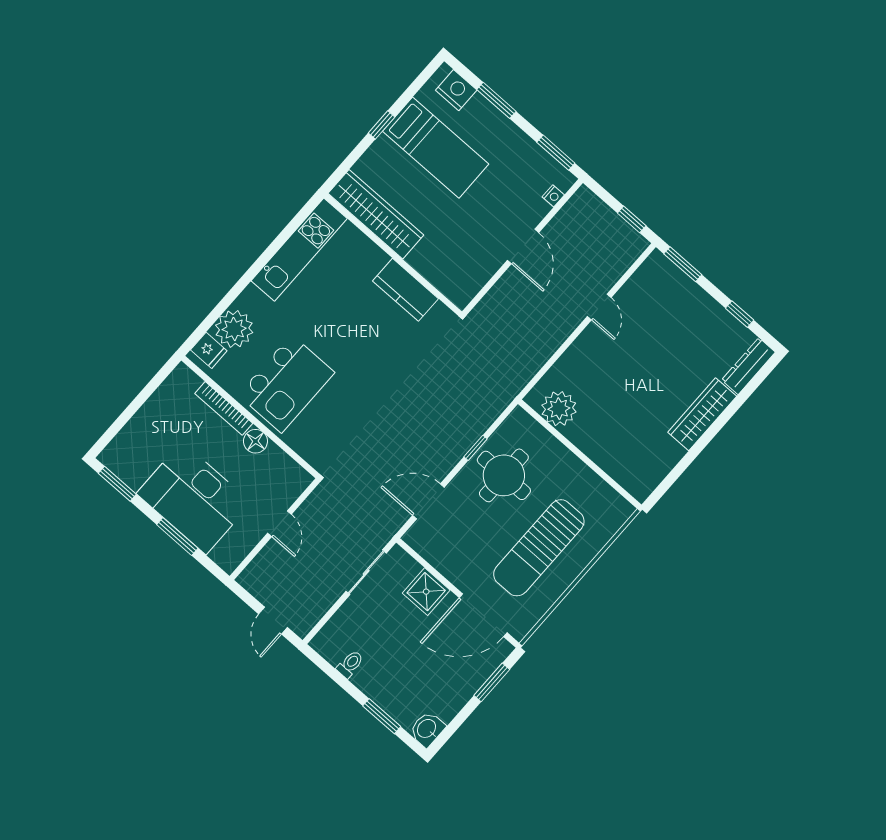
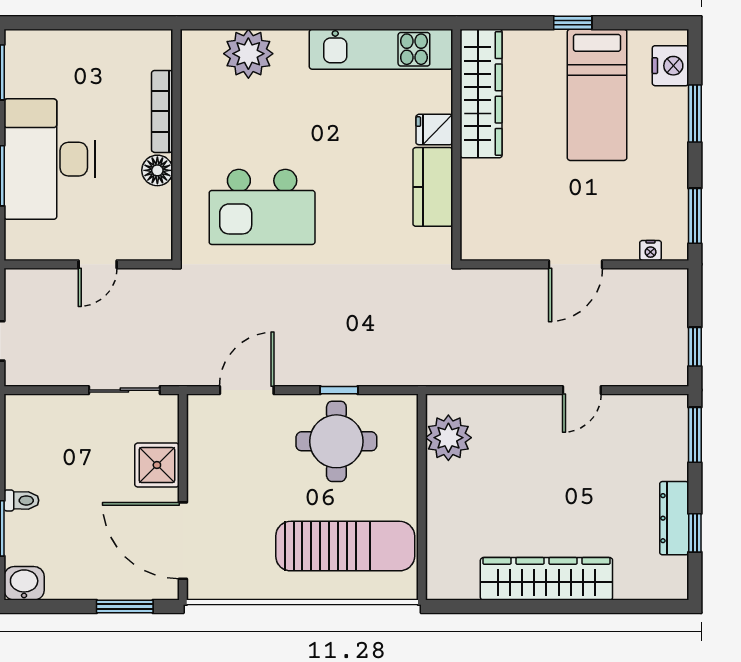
fridge: (209, 350) -> (434, 130), moved, turned 90
dresser: (748, 366) -> (674, 518), moved, turned -90
kitchen island: (286, 384) -> (262, 207), moved
wardrobe: (702, 414) -> (546, 579), width x1.40, depth x1.17
door: (428, 501) -> (247, 390), hinge flipped
sun lounger: (539, 548) -> (345, 546), moved, turned 180
toilet: (350, 664) -> (21, 500), moved

